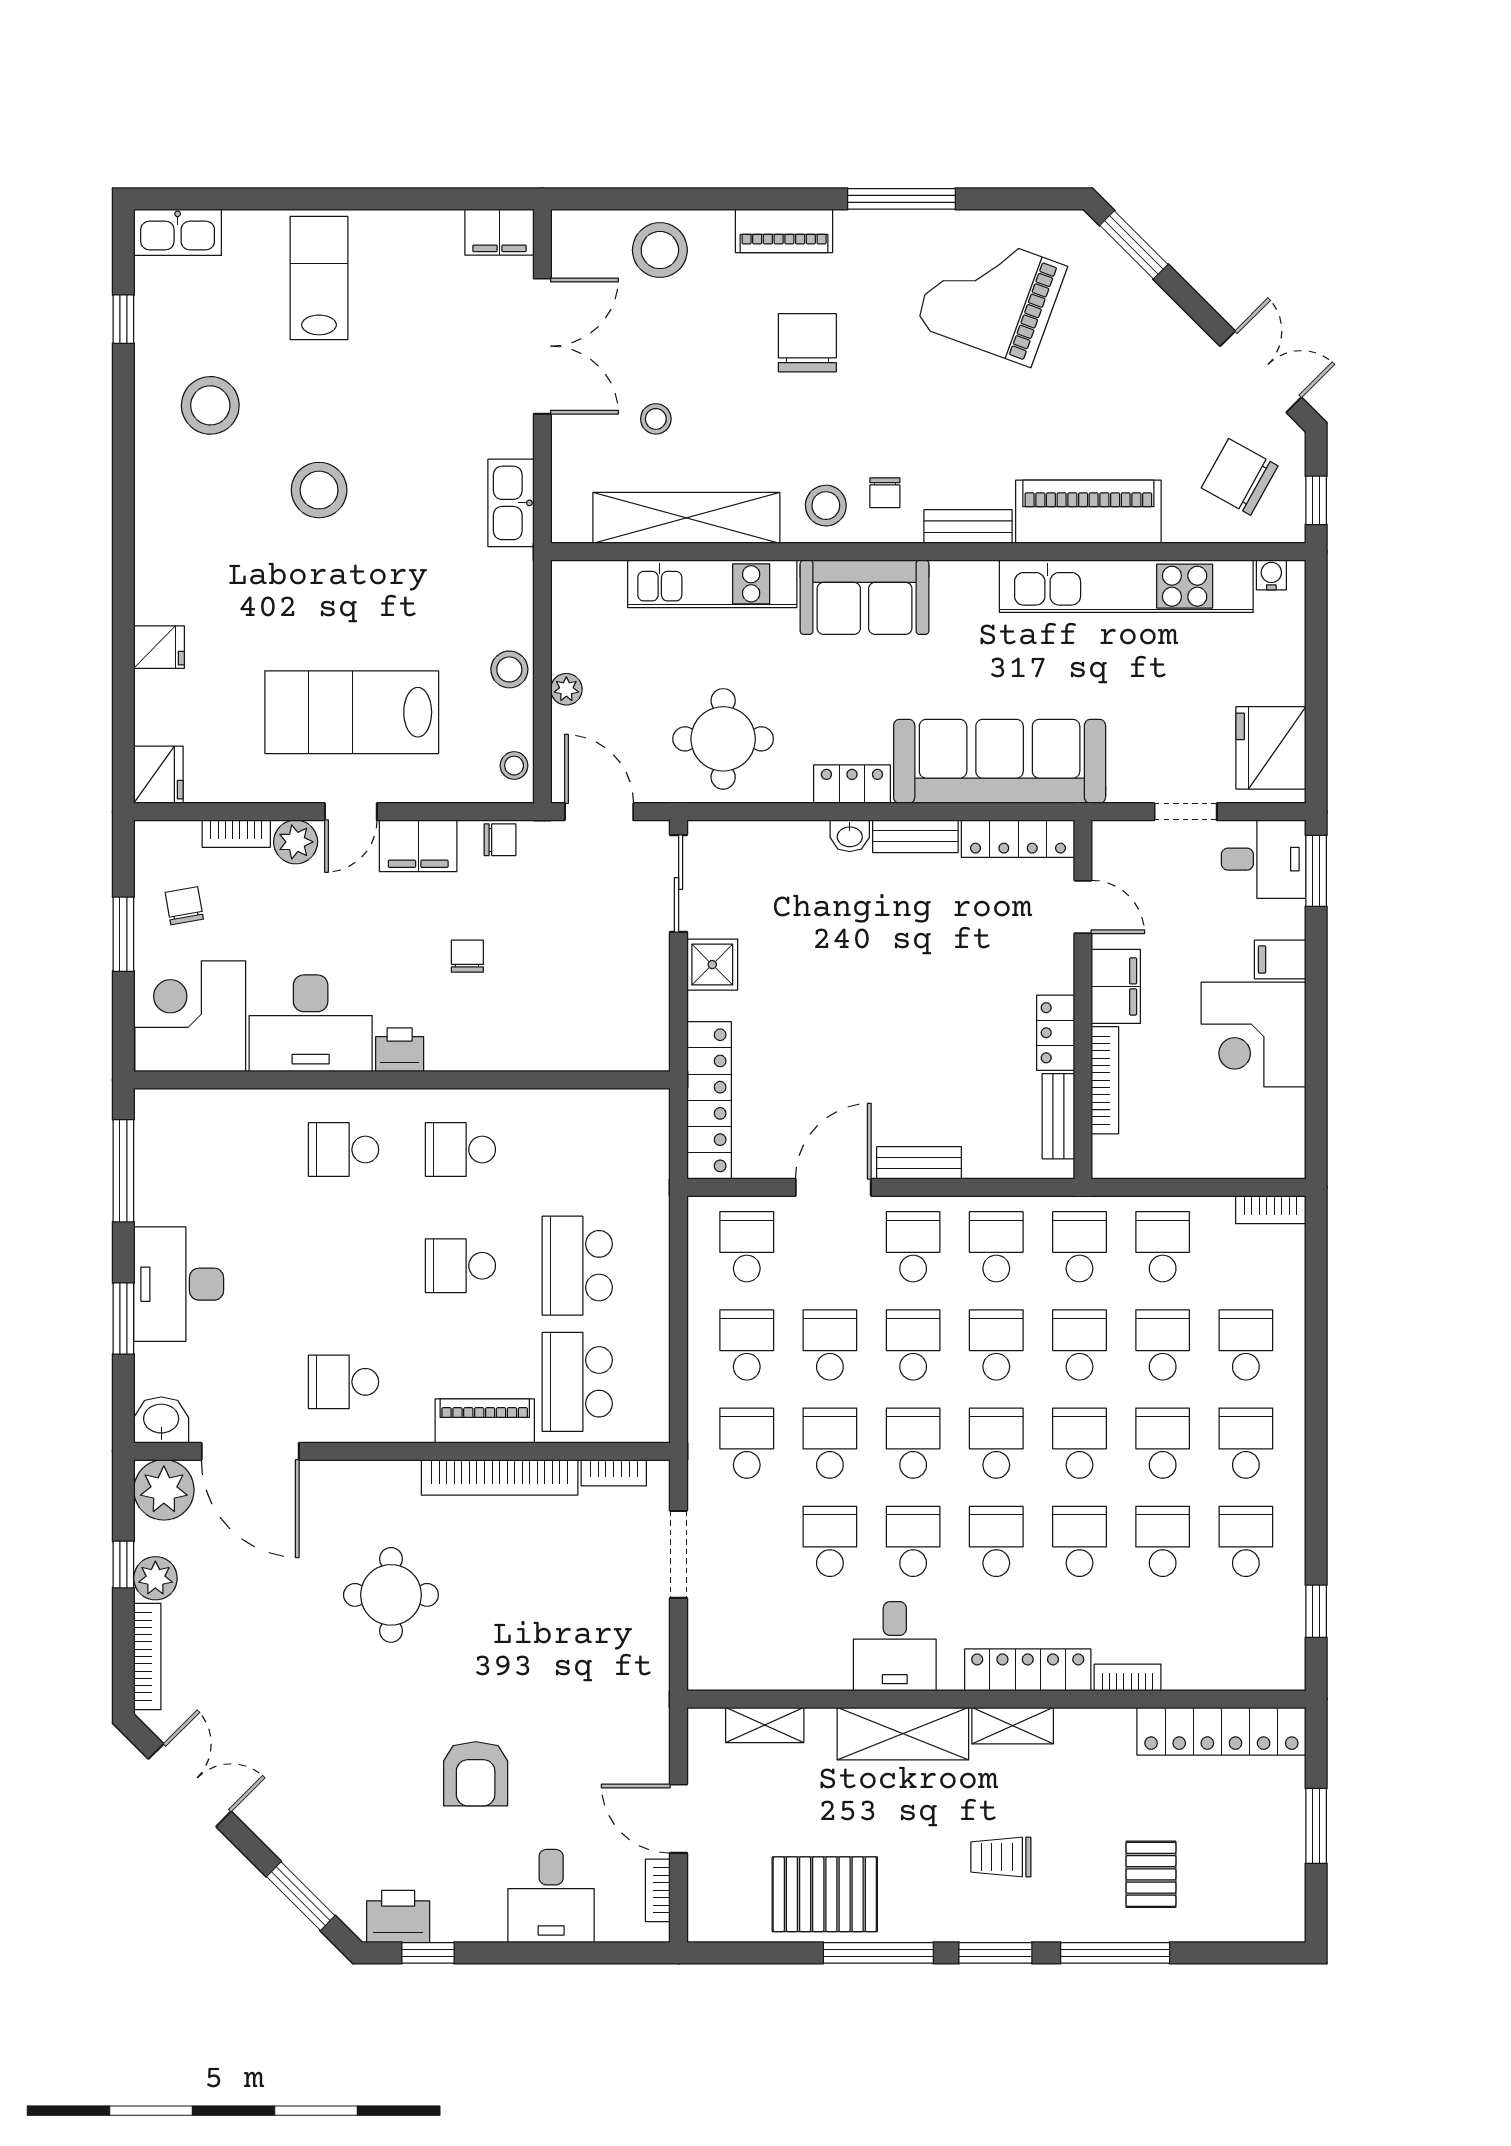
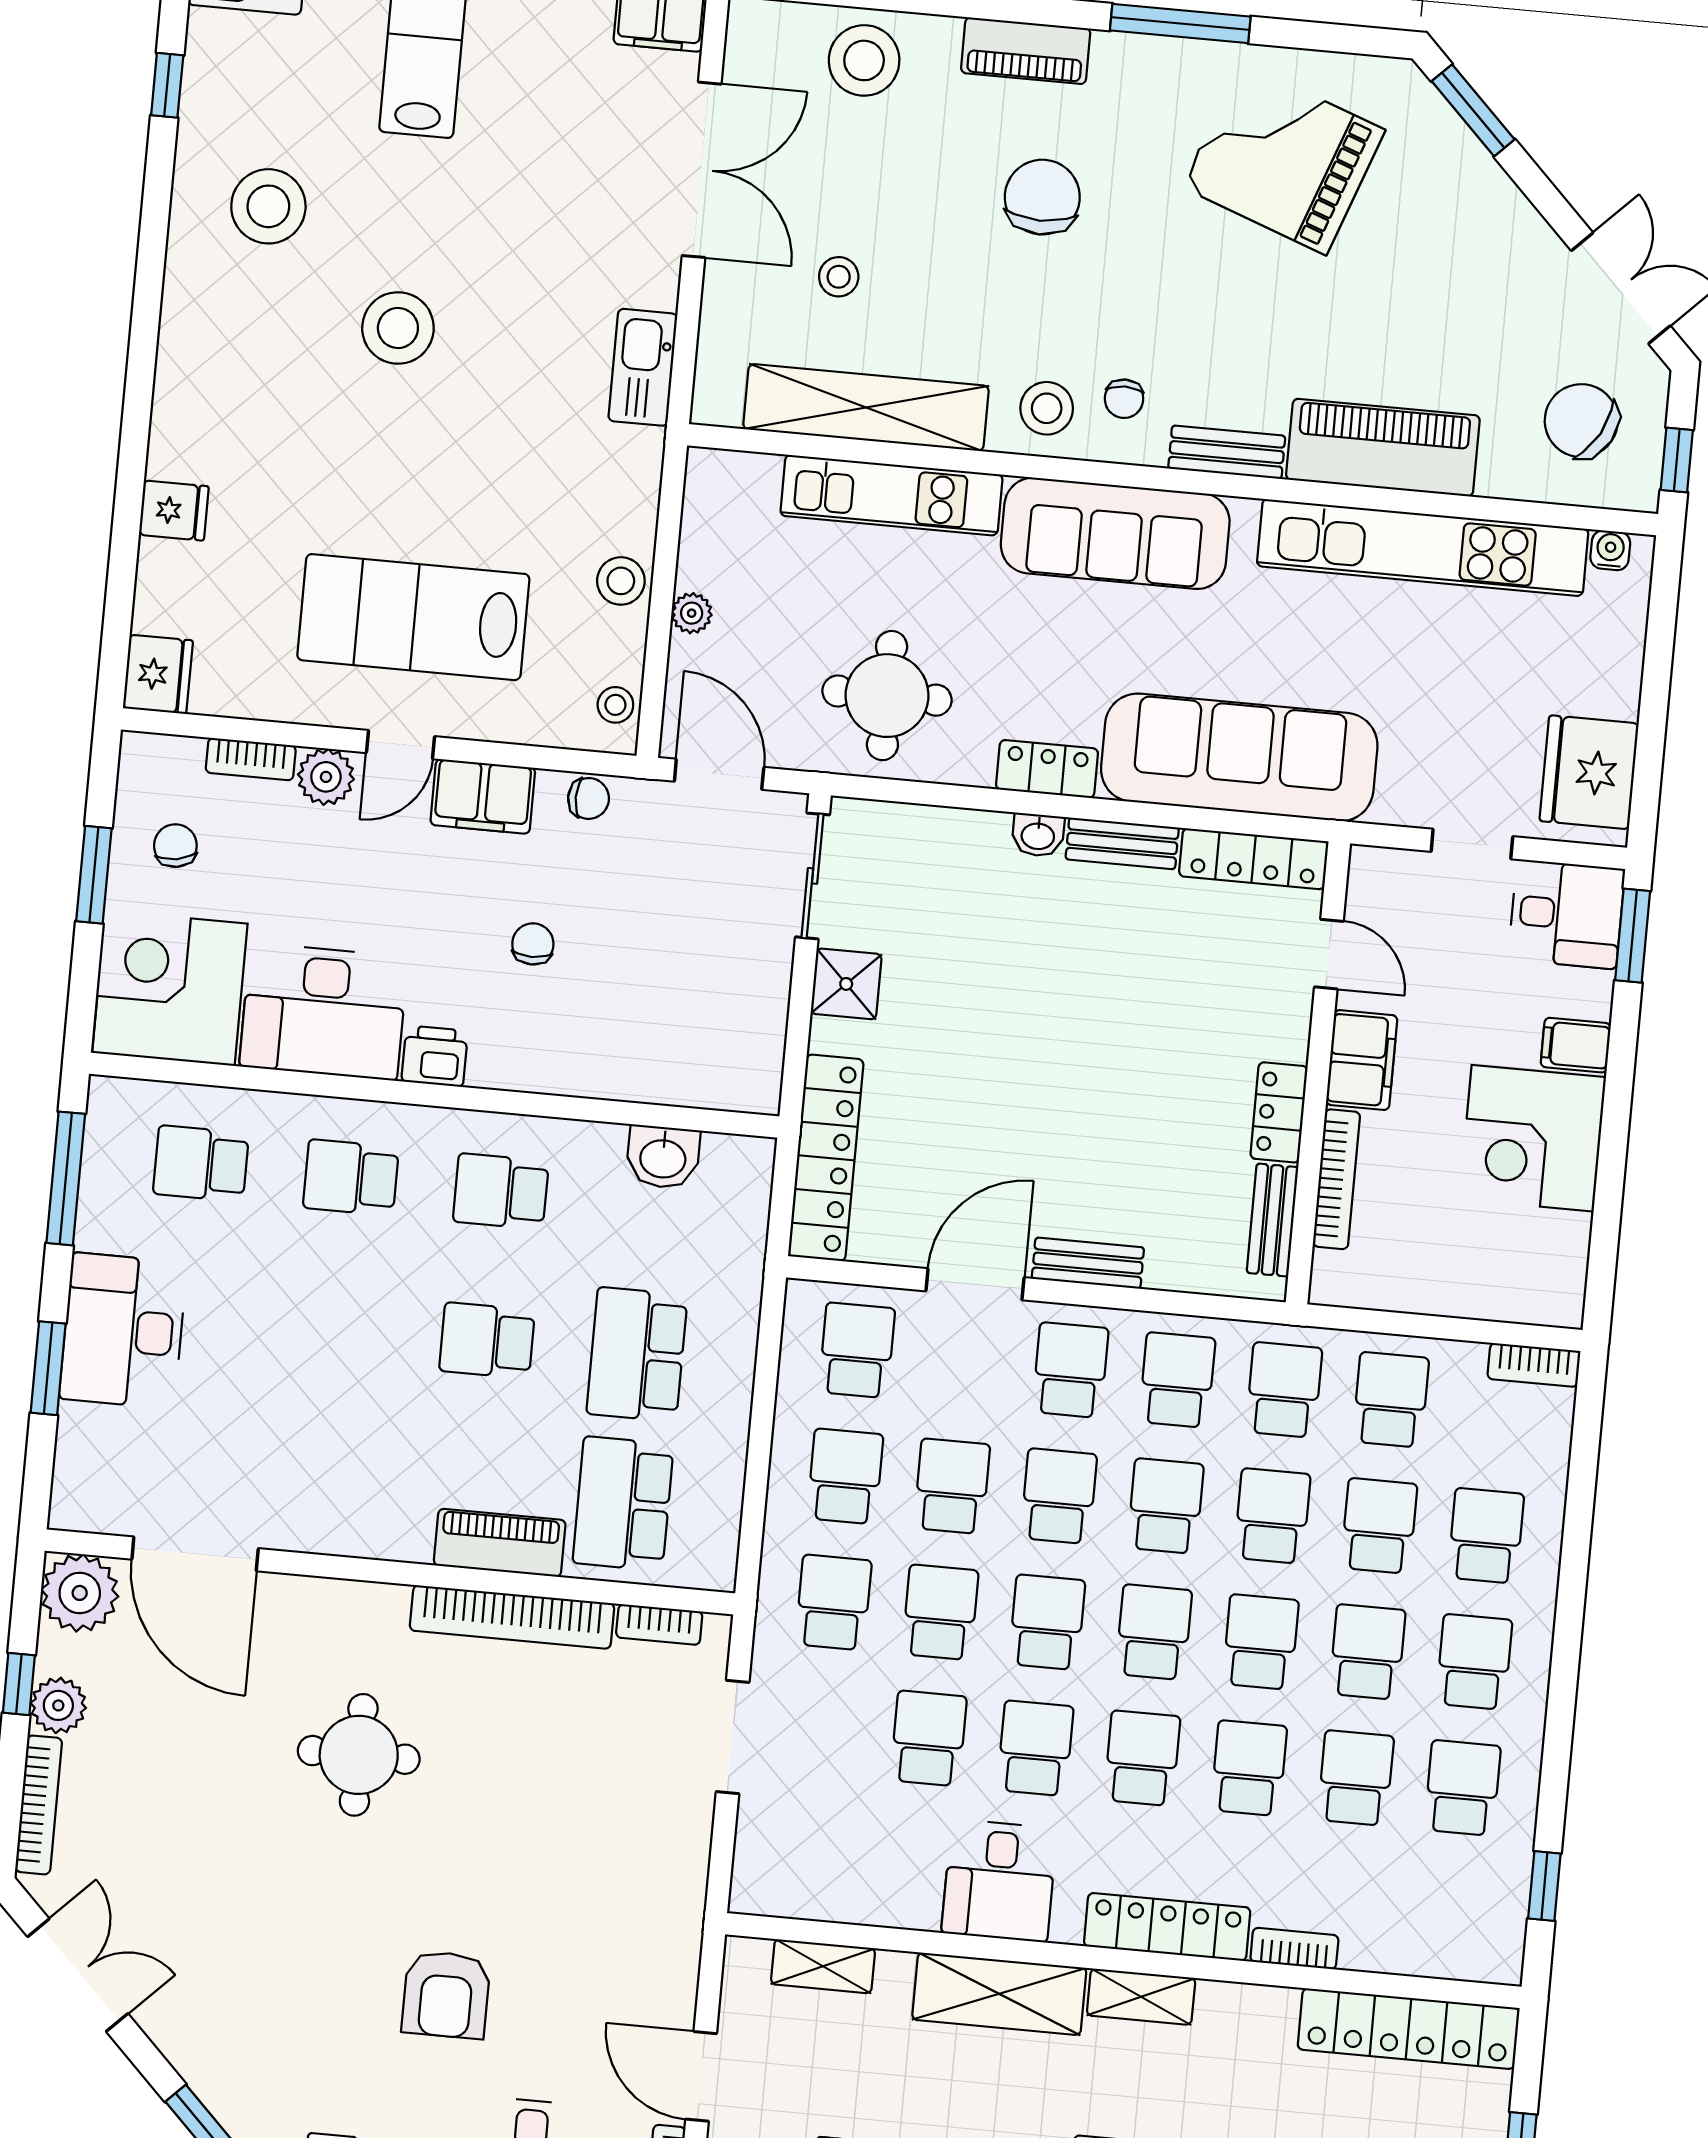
sofa: (865, 597) -> (1115, 533), width x1.36
school desk: (344, 1382) -> (201, 1164), moved
washbasin: (161, 1420) -> (663, 1157), moved, turned 180

